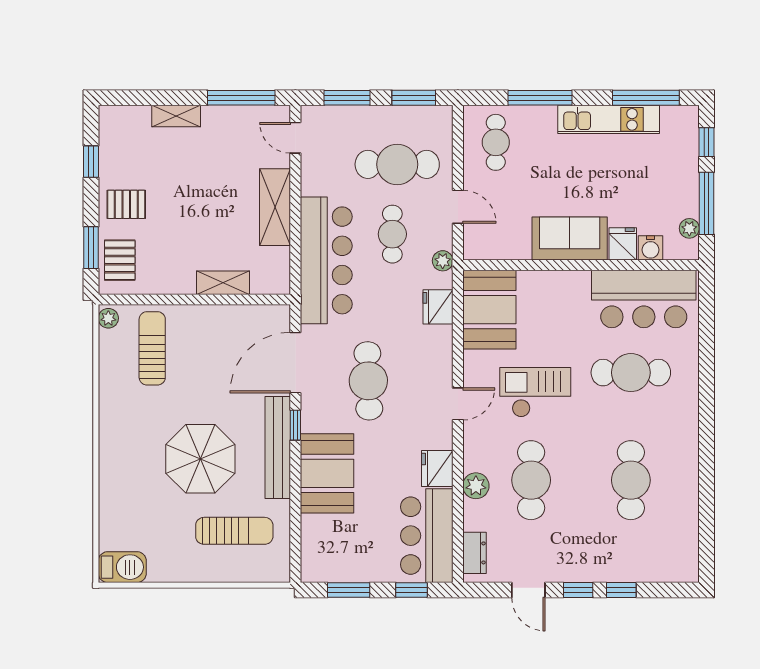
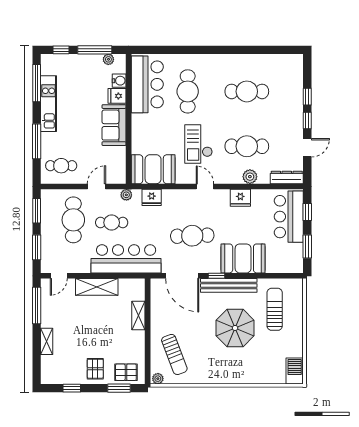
sun lounger: (152, 348) -> (174, 354), turned -111
bar counter: (427, 536) -> (289, 217), moved, turned 90
dresser: (474, 553) -> (287, 177), width x1.44

